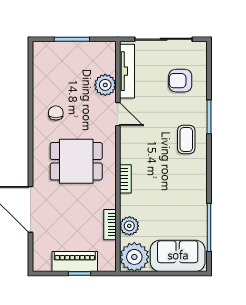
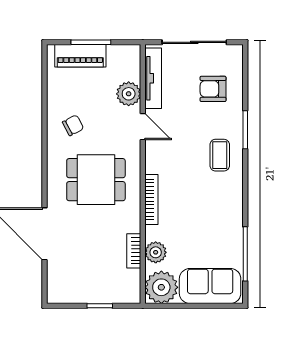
chair: (56, 113) -> (73, 125), turned 62
bookcase: (125, 179) -> (151, 199), width x1.56
piano: (75, 261) -> (80, 56), moved, turned 180

